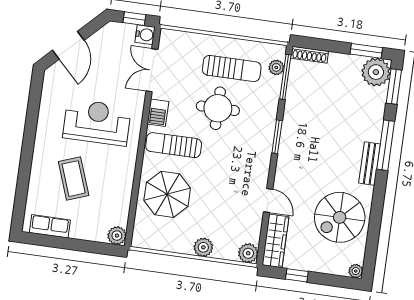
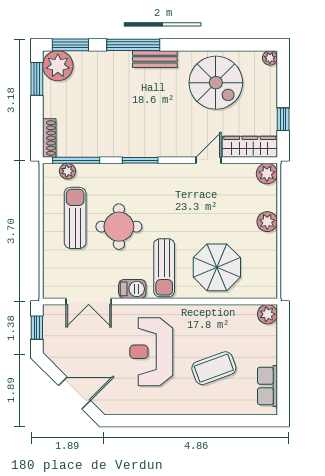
water cooler: (145, 35) -> (52, 314), removed

